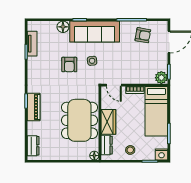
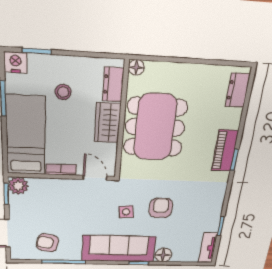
tv unit: (32, 44) -> (208, 248), moved
stool: (130, 150) -> (63, 92), moved

